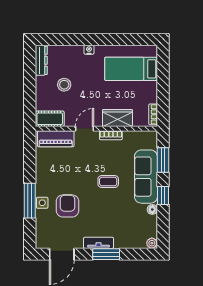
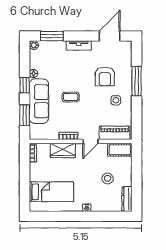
side table: (42, 203) -> (116, 100), moved
window: (106, 254) -> (52, 36), moved

